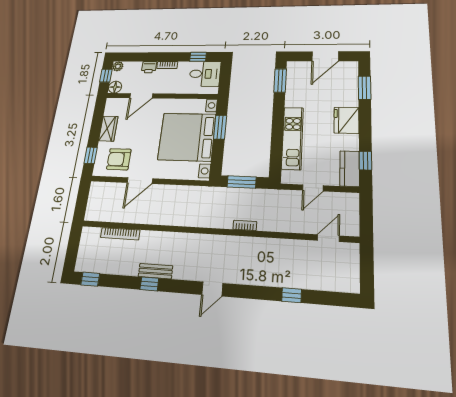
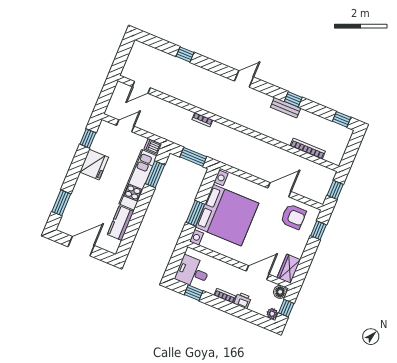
window: (280, 81) -> (155, 174), moved
fridge: (346, 120) -> (94, 165), moved
wardrobe: (108, 129) -> (289, 269), moved
kitchen counter: (350, 169) -> (121, 223), moved, turned 180
dishwasher: (290, 177) -> (153, 147), added
door: (313, 188) -> (125, 126), moved
window: (82, 201) -> (335, 190), added

